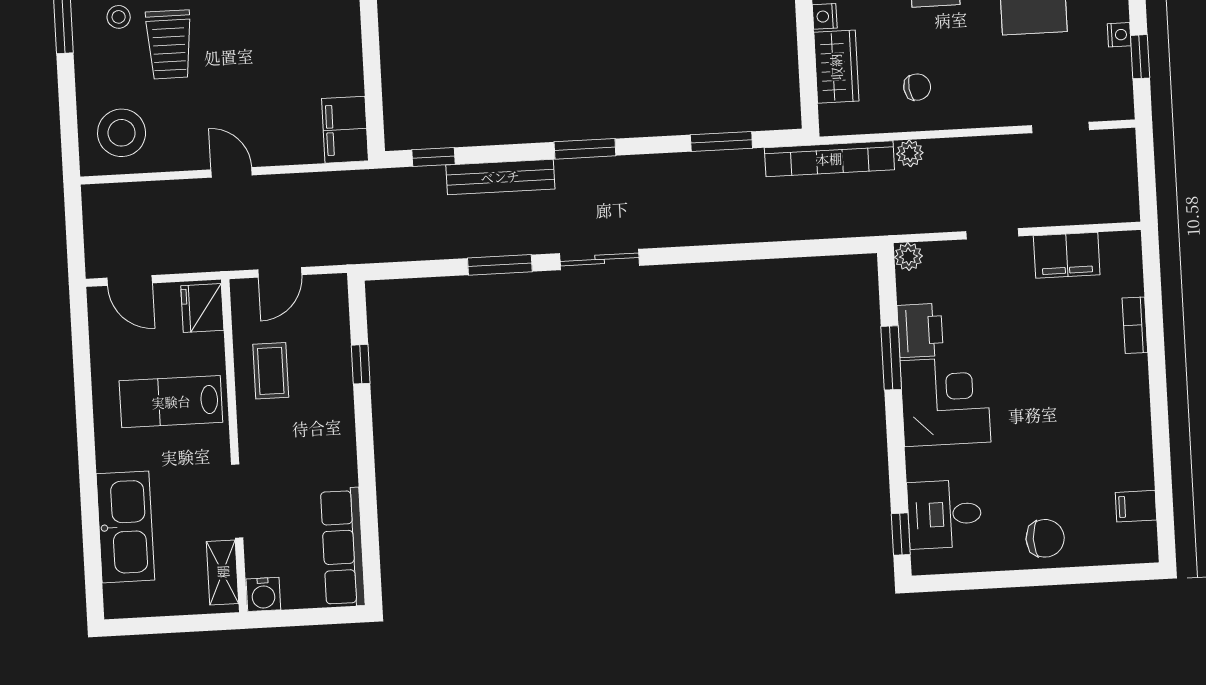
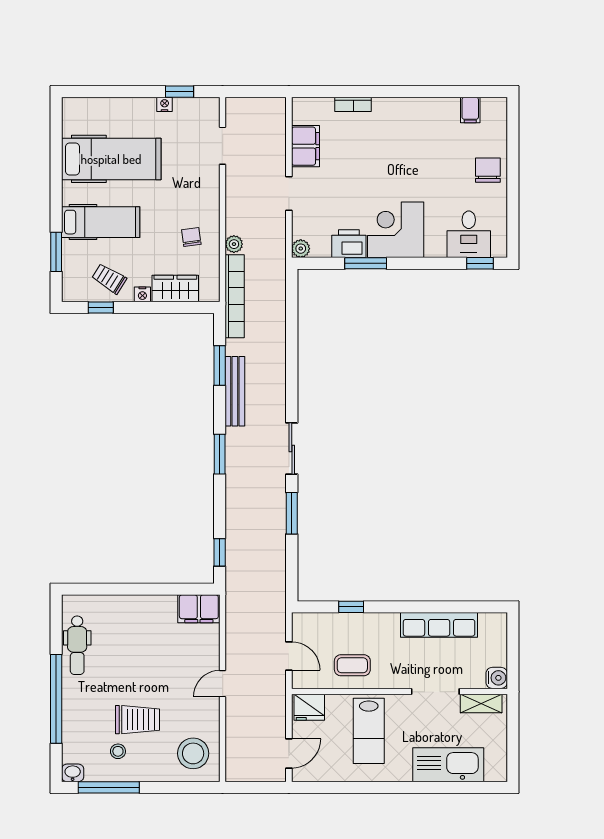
bench: (500, 177) -> (235, 391), moved
row of seats: (343, 547) -> (439, 625), moved

